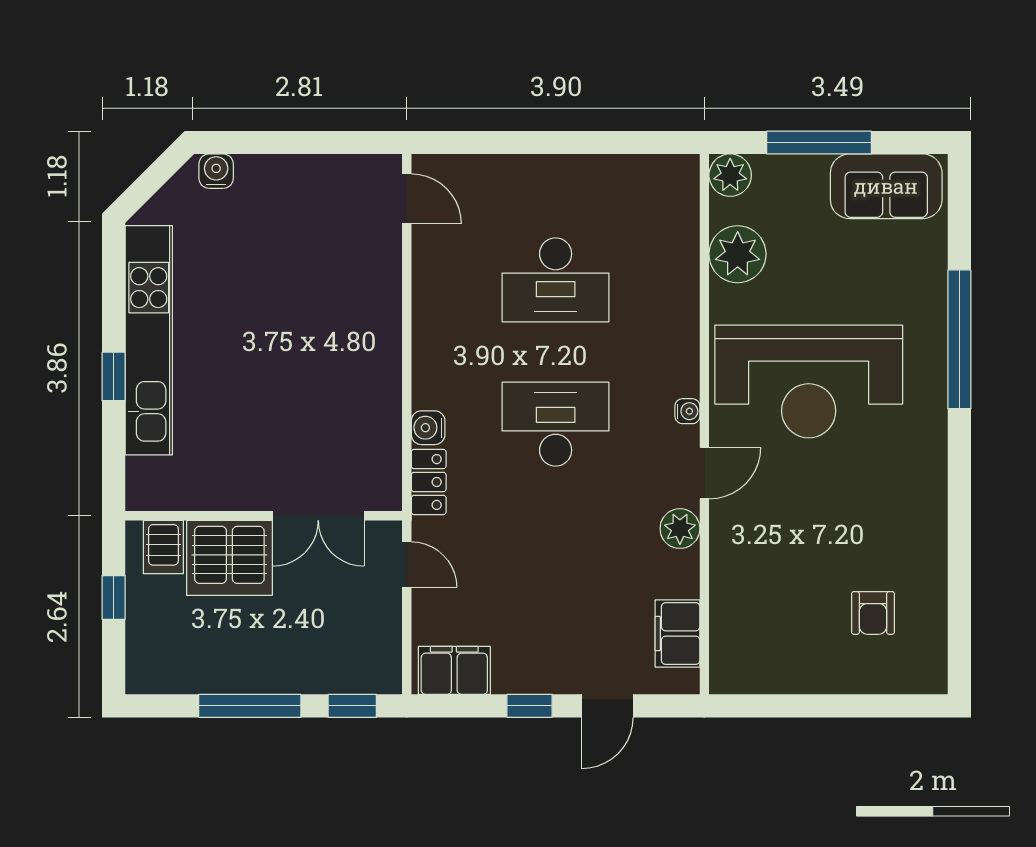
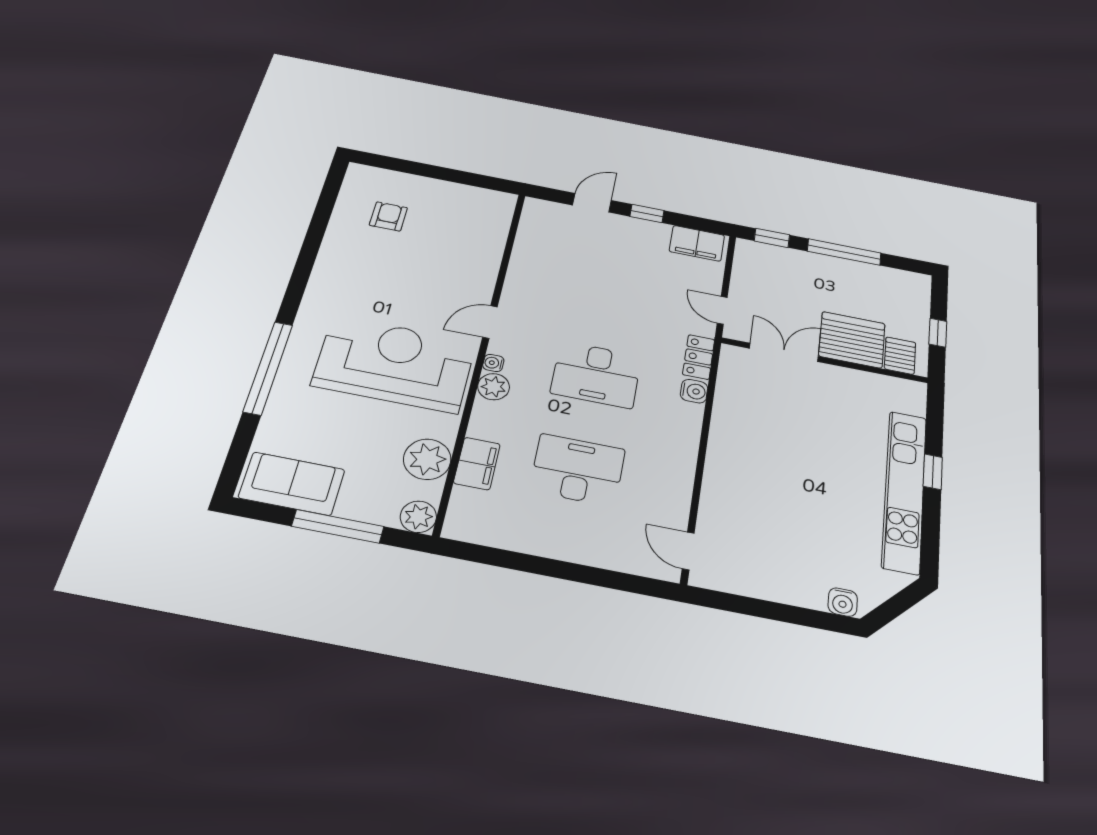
plant: (680, 529) -> (494, 387), moved
filing cabinet: (677, 633) -> (477, 463), moved

